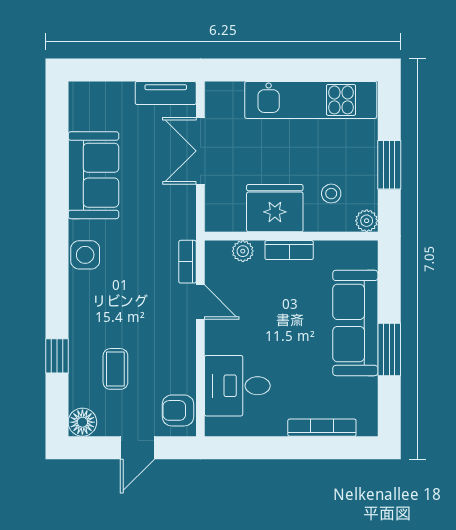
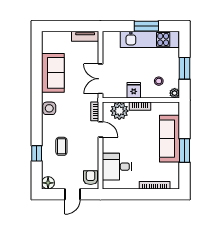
window: (303, 70) -> (146, 26), added
double door: (200, 151) -> (100, 79), moved
fridge: (275, 208) -> (134, 90), width x0.53, depth x0.75
plant: (243, 251) -> (119, 111), width x1.88, depth x1.88
coffee table: (115, 369) -> (61, 146), moved
armchair: (178, 410) -> (91, 178), turned 90

